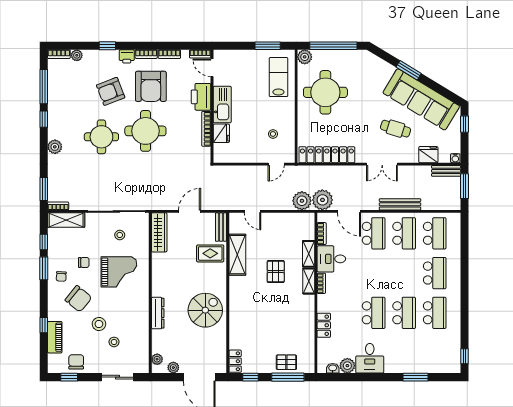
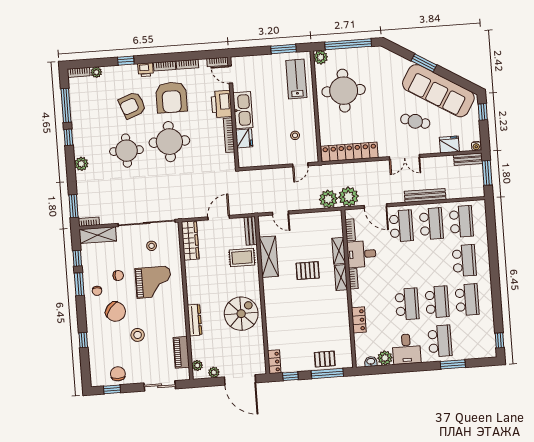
pallet: (276, 272) -> (308, 271), turned 90
piano: (55, 337) -> (181, 352), moved, turned 180
stool: (114, 342) -> (154, 352), removed
school desk: (404, 353) -> (440, 341), added

